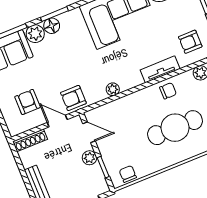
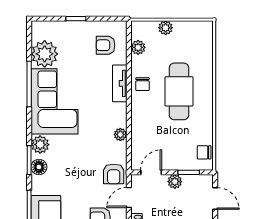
plant: (35, 34) -> (40, 145), moved
armchair: (190, 42) -> (106, 45), turned 90
chair: (168, 91) -> (142, 84), turned 180

